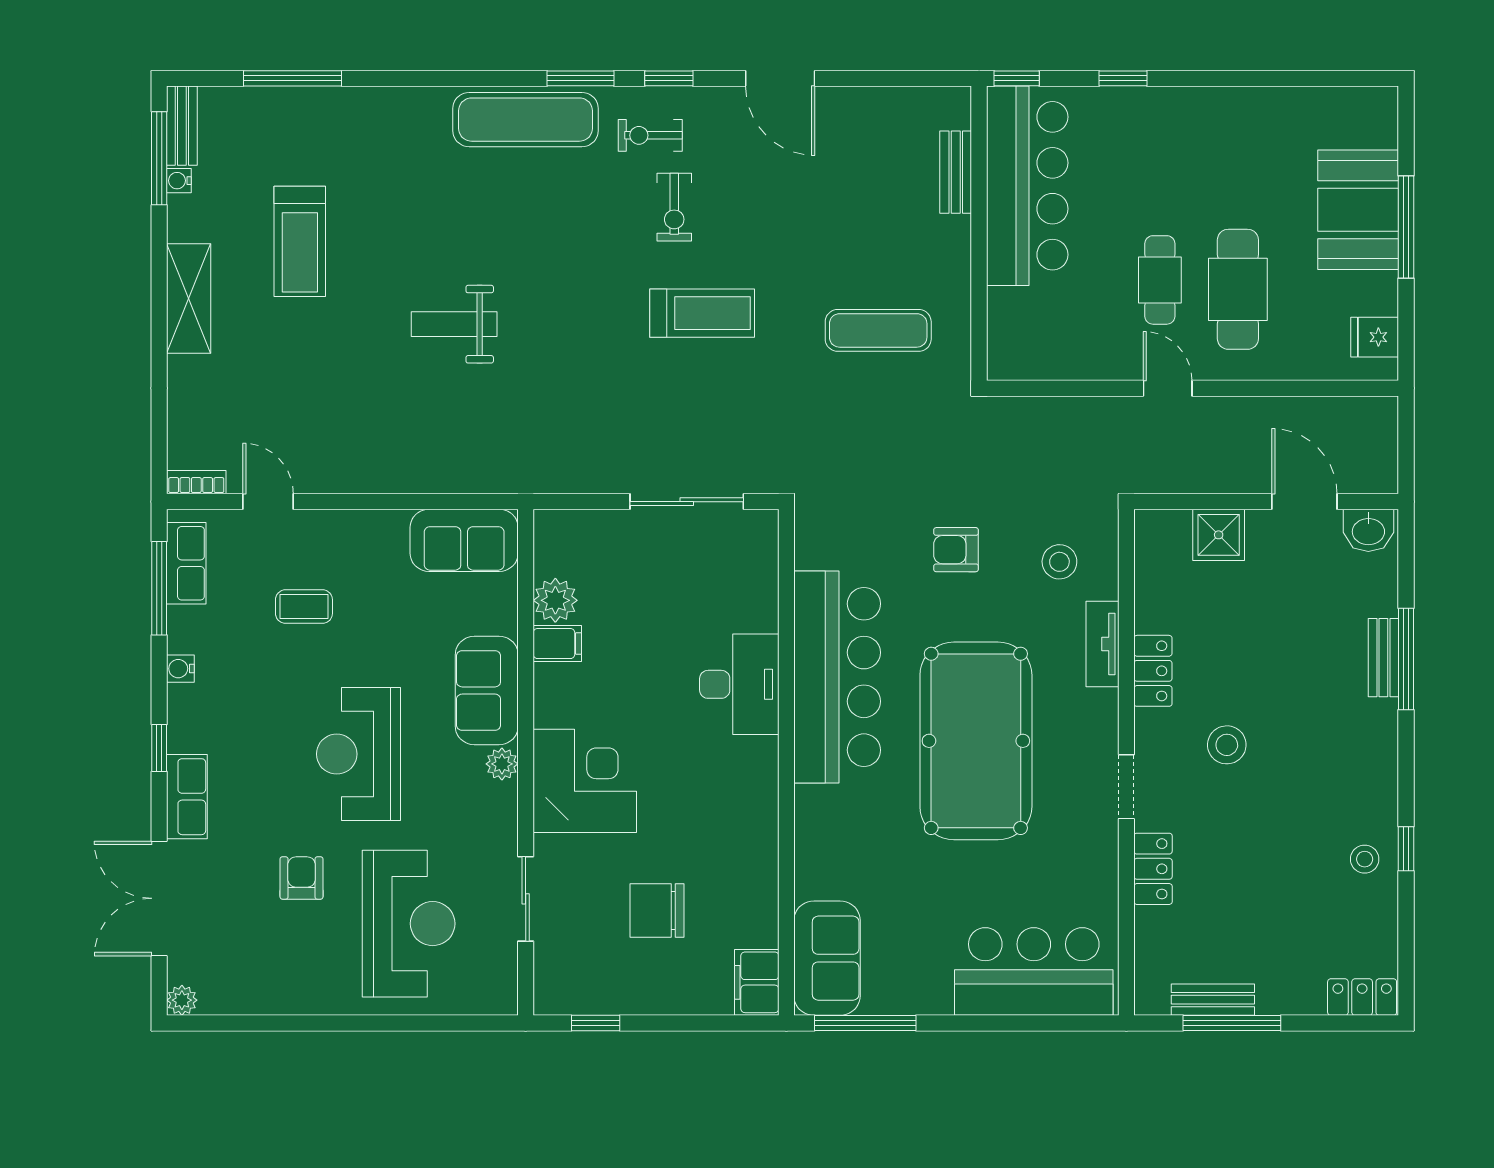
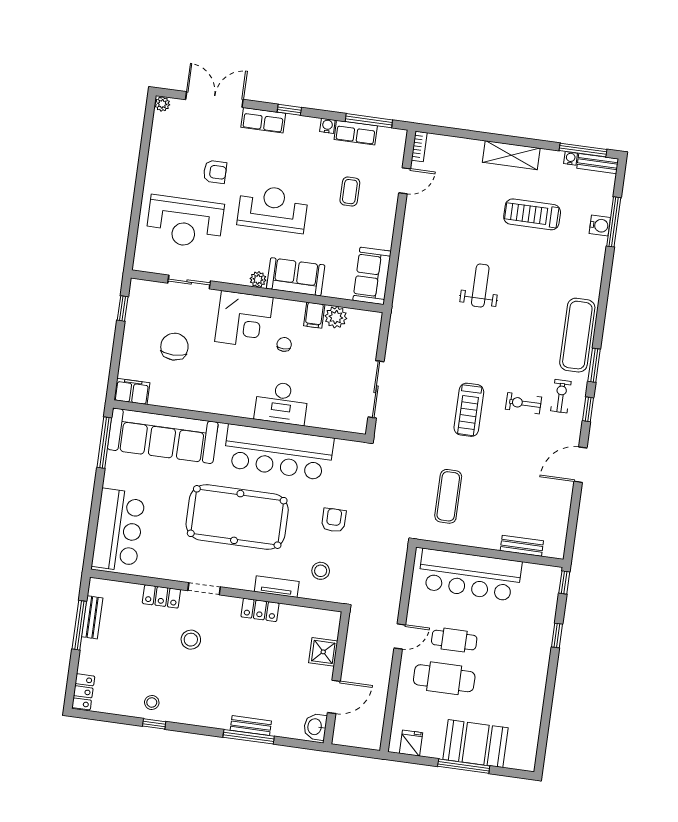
water cooler: (303, 105) -> (600, 225), added
bar counter: (1027, 186) -> (470, 575), moved
row of seats: (186, 563) -> (356, 133), moved
chair: (623, 695) -> (284, 344), added
stool: (1227, 745) -> (191, 640), moved
sofa: (827, 958) -> (163, 436), width x1.85, depth x1.27

